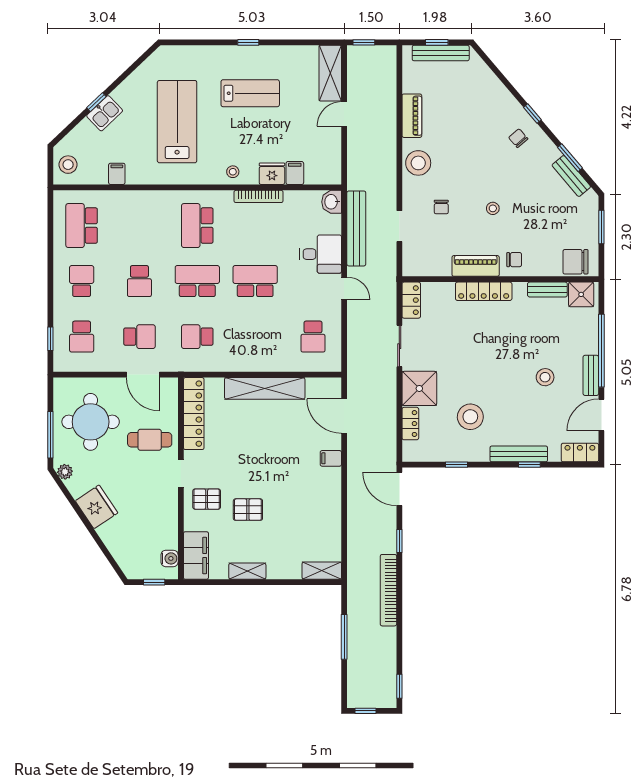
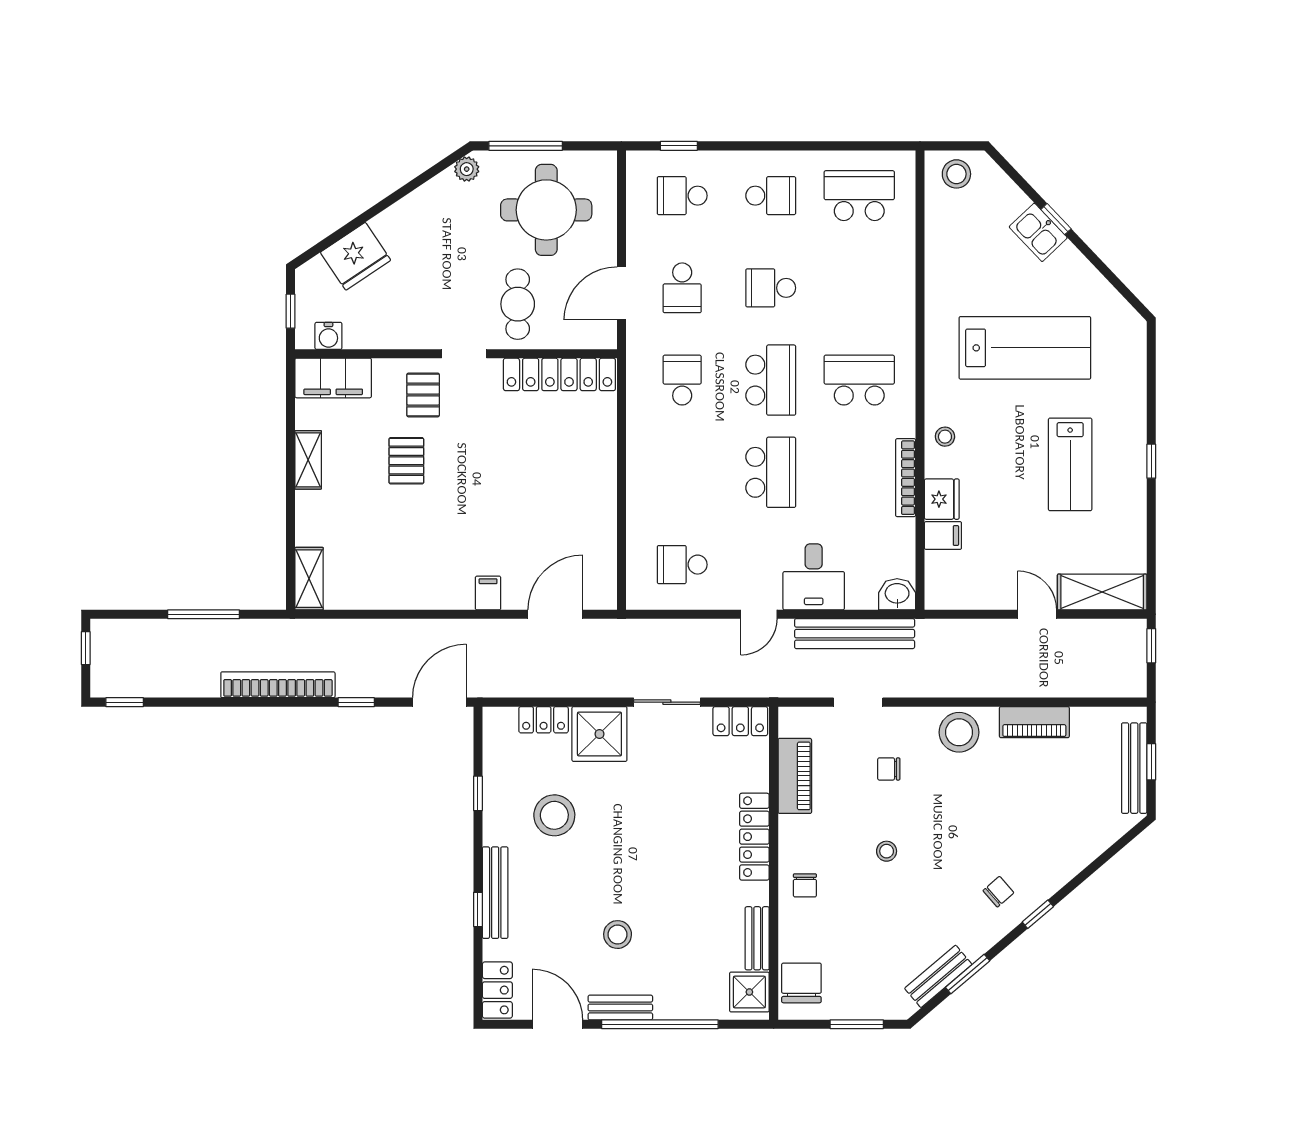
filing cabinet: (117, 174) -> (942, 252), removed
piano: (476, 266) -> (795, 776), moved
shelving: (265, 388) -> (600, 488), removed
fridge: (97, 507) -> (356, 256), moved

